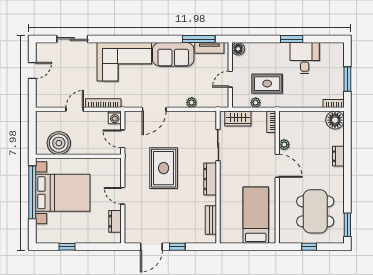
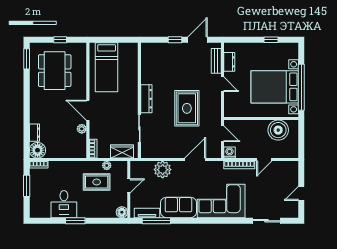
plant: (192, 102) -> (163, 170), width x1.88, depth x1.88
dresser: (338, 156) -> (35, 133), moved
bench: (211, 220) -> (216, 61), moved

